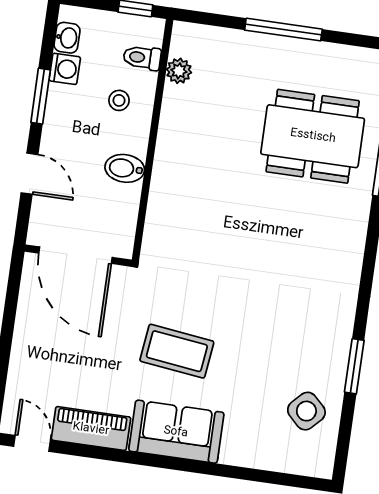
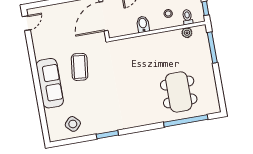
window: (283, 30) -> (212, 48), moved
window: (354, 366) -> (107, 135), moved
piano: (91, 429) -> (39, 44), removed
sofa: (176, 432) -> (50, 83), width x1.36

